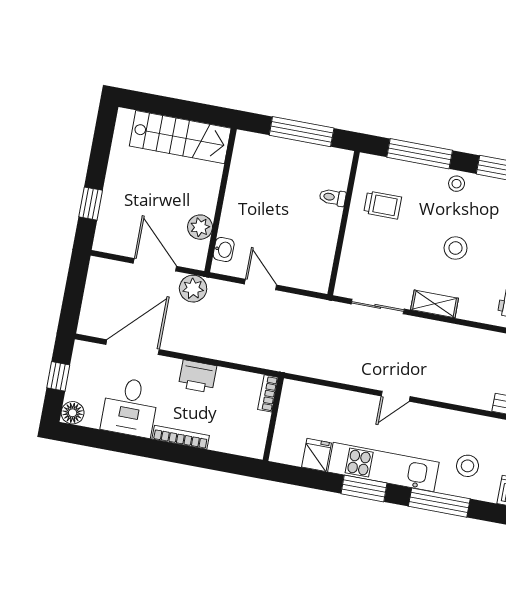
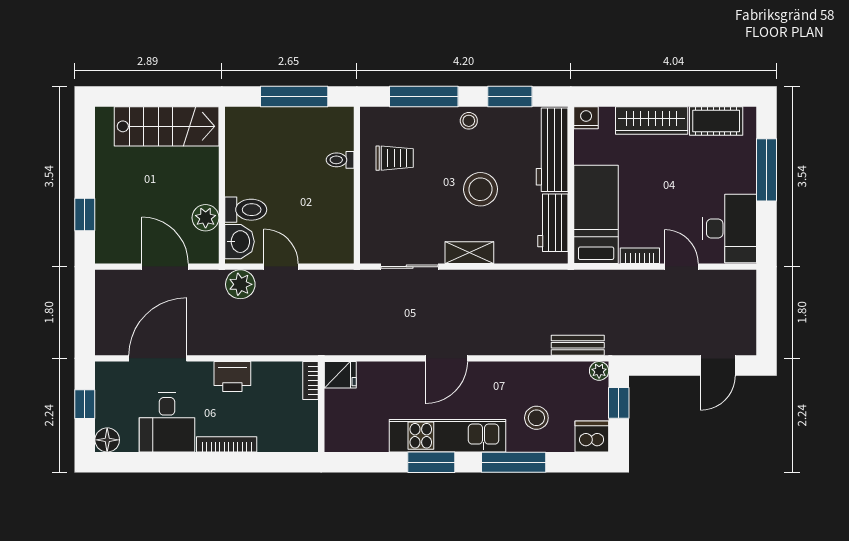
toilet: (238, 227) -> (246, 210), added
stool: (456, 248) -> (480, 189), width x1.38, depth x1.38
washbasin: (224, 250) -> (239, 242), width x1.38, depth x1.45
plant: (193, 289) -> (240, 284), moved
door: (396, 396) -> (446, 358), width x1.37
fridge: (316, 455) -> (340, 375), moved, turned 90

